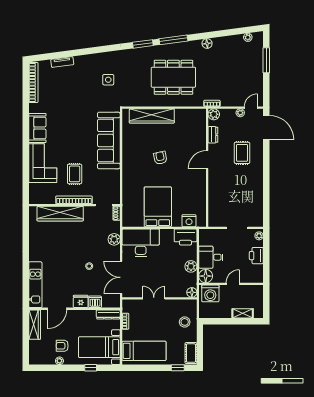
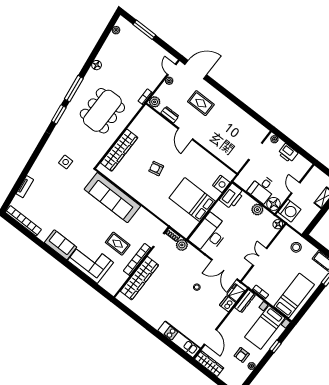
plant: (114, 239) -> (182, 245), moved
fridge: (81, 301) -> (236, 293), moved

